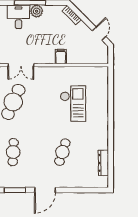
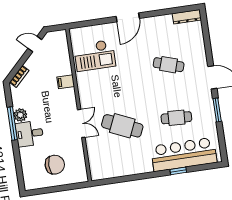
checkout: (73, 104) -> (95, 55), moved, turned 180
door: (111, 121) -> (128, 17), added
dresser: (103, 163) -> (187, 17), moved

